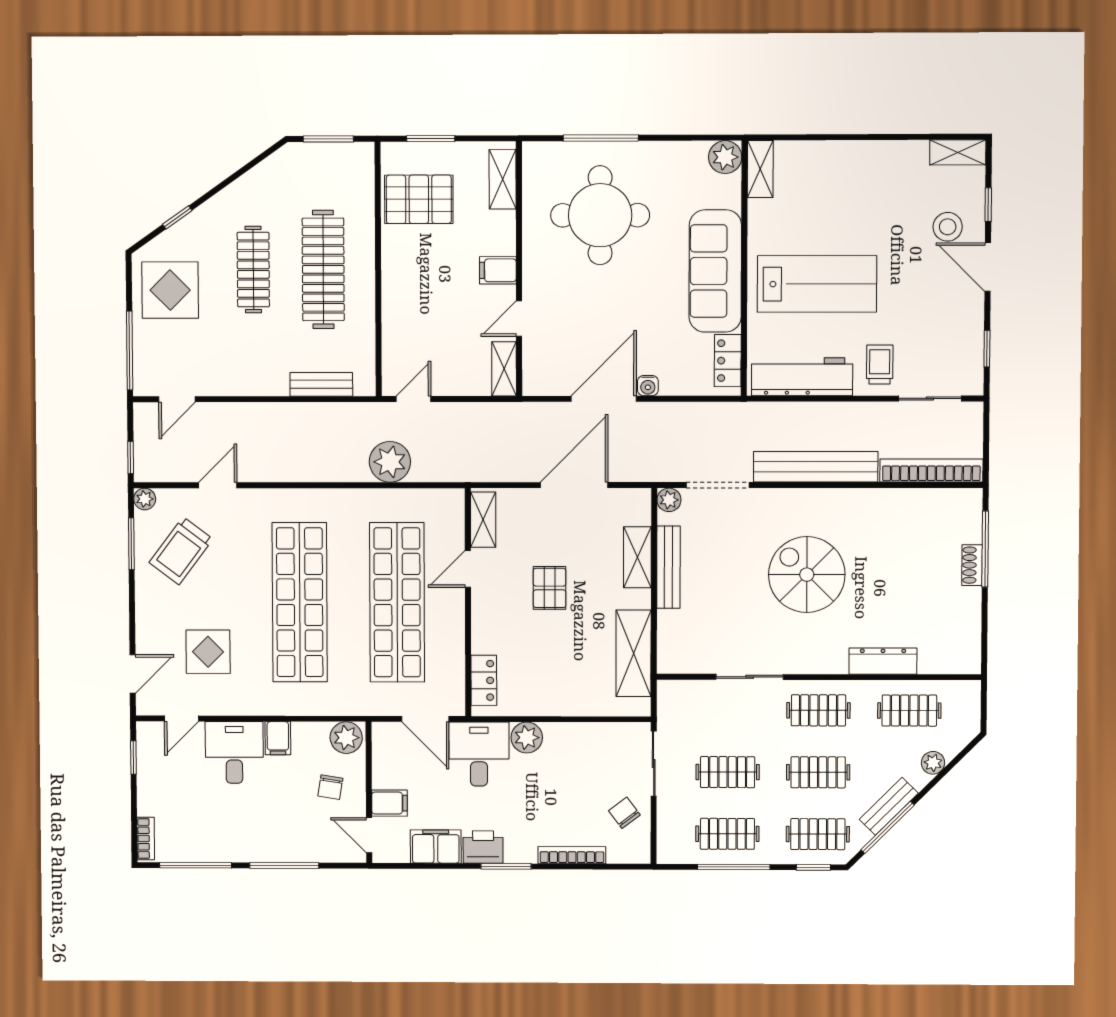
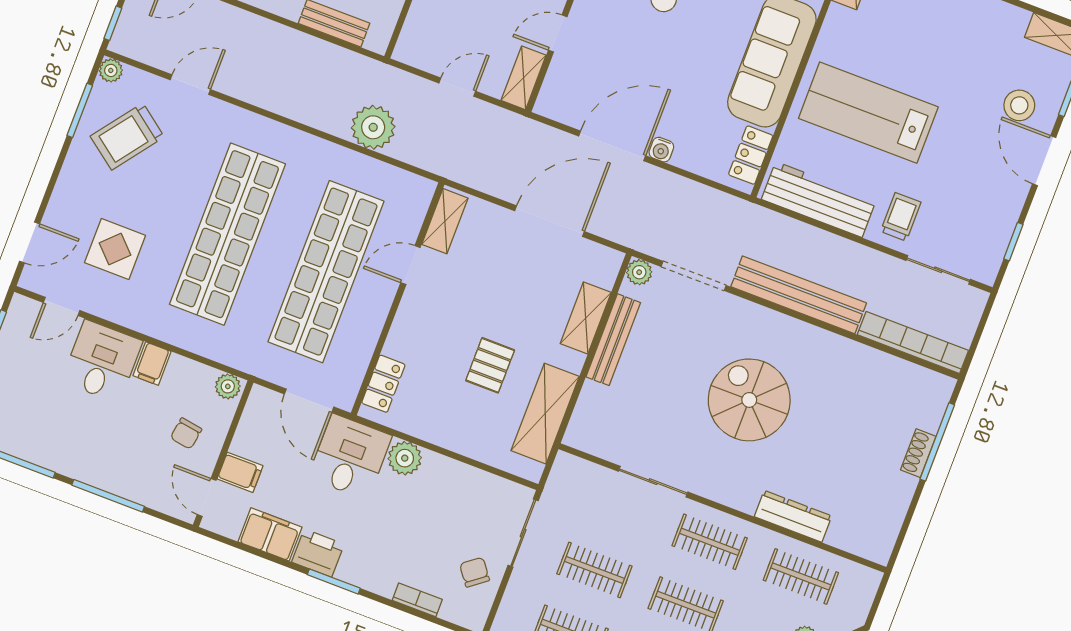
lab bench: (817, 284) -> (868, 113), turned 180
door: (414, 399) -> (457, 87), moved
pallet: (550, 588) -> (490, 365), moved
plant: (346, 738) -> (228, 386), width x0.73, depth x0.73
bookcase: (572, 855) -> (417, 600), width x0.64

